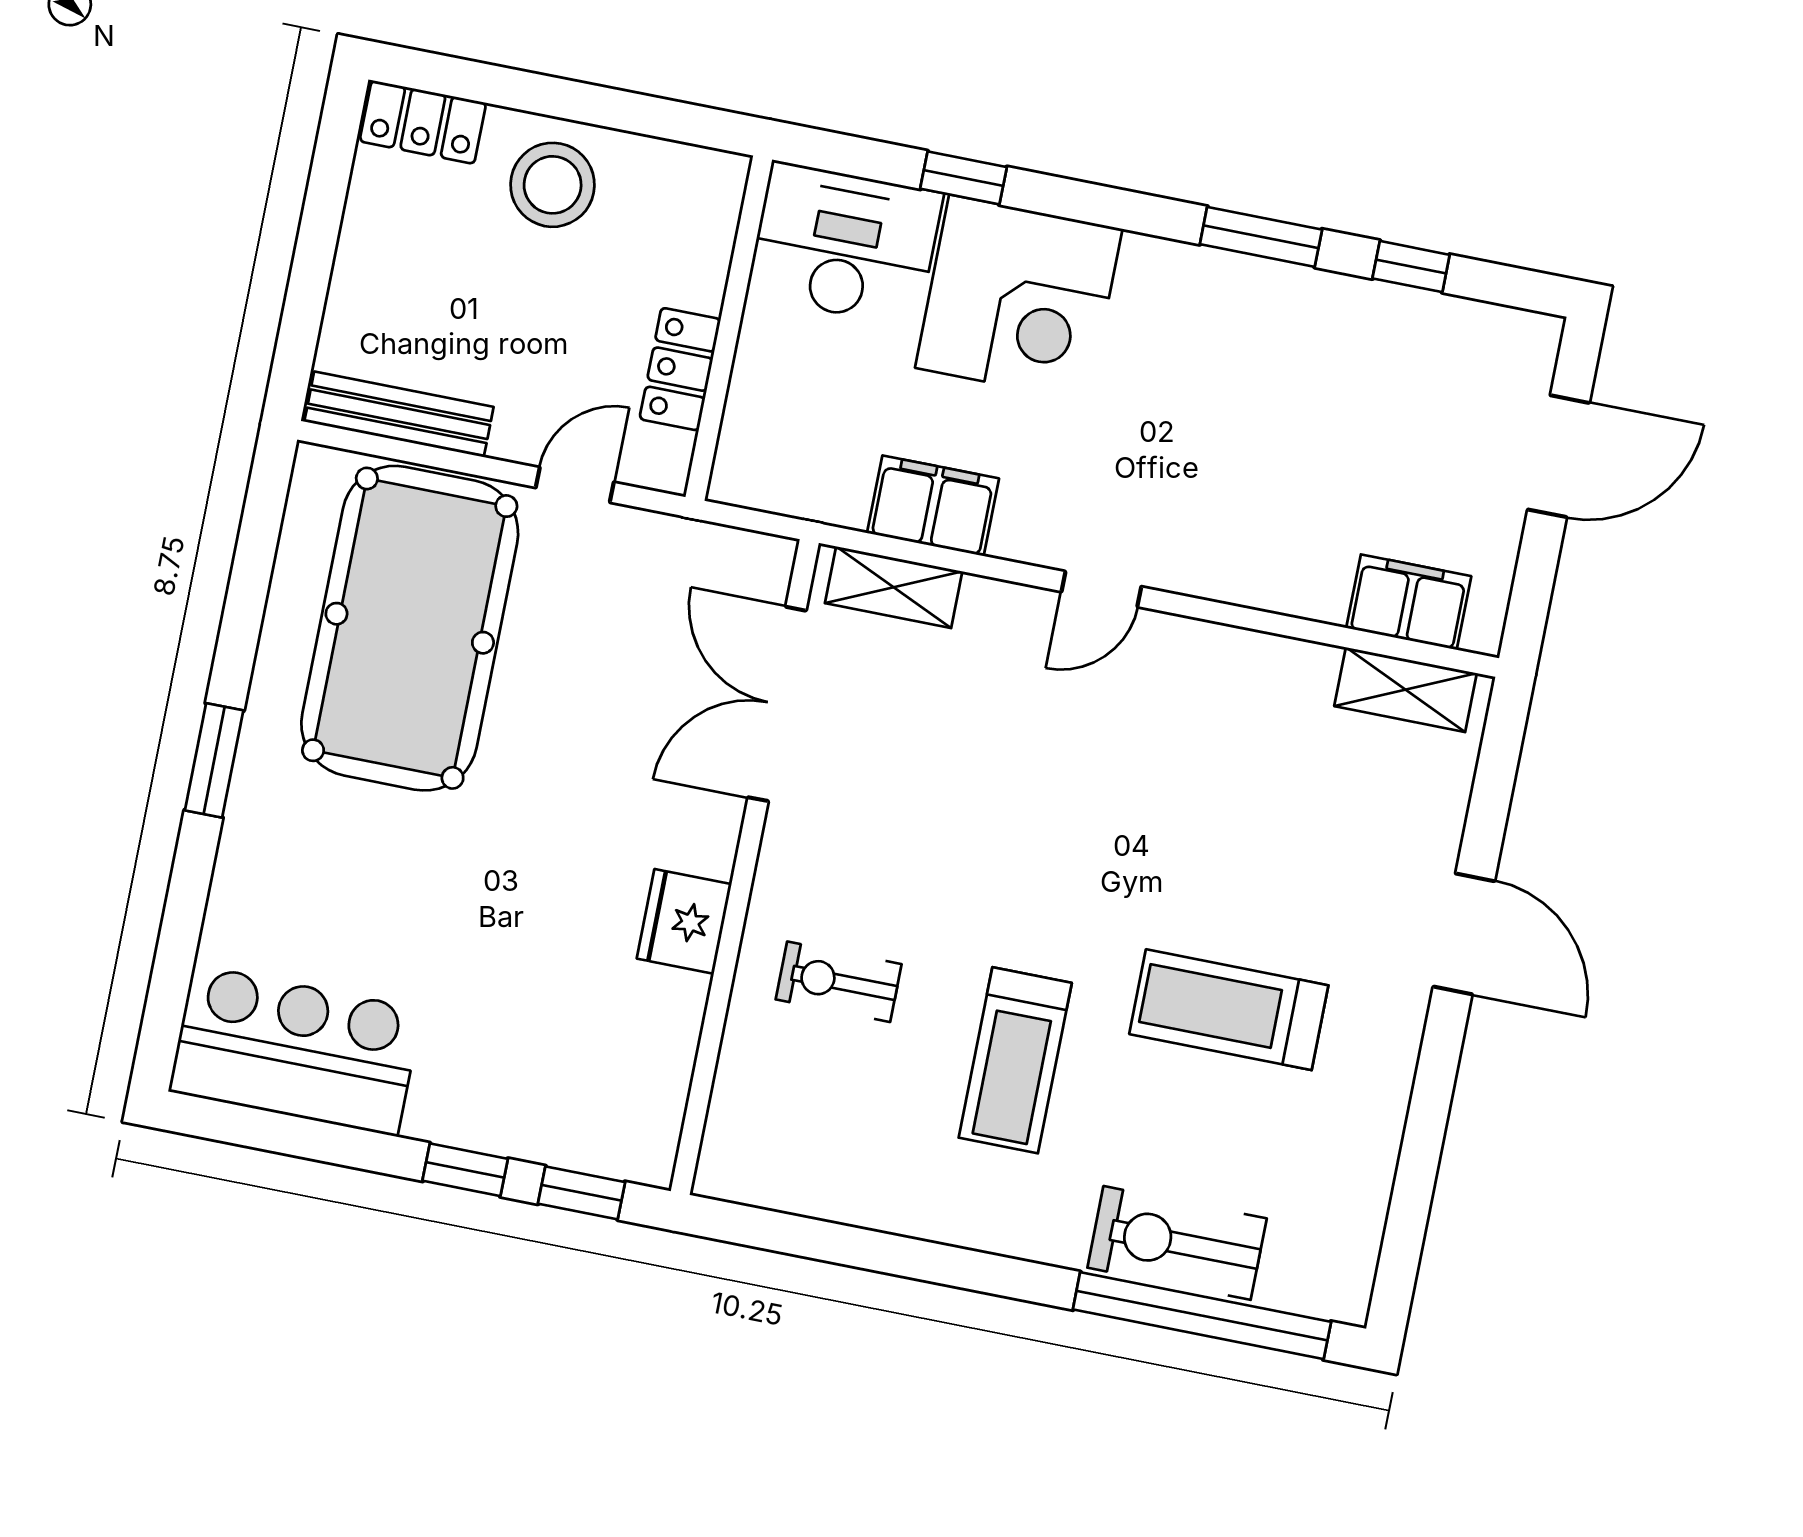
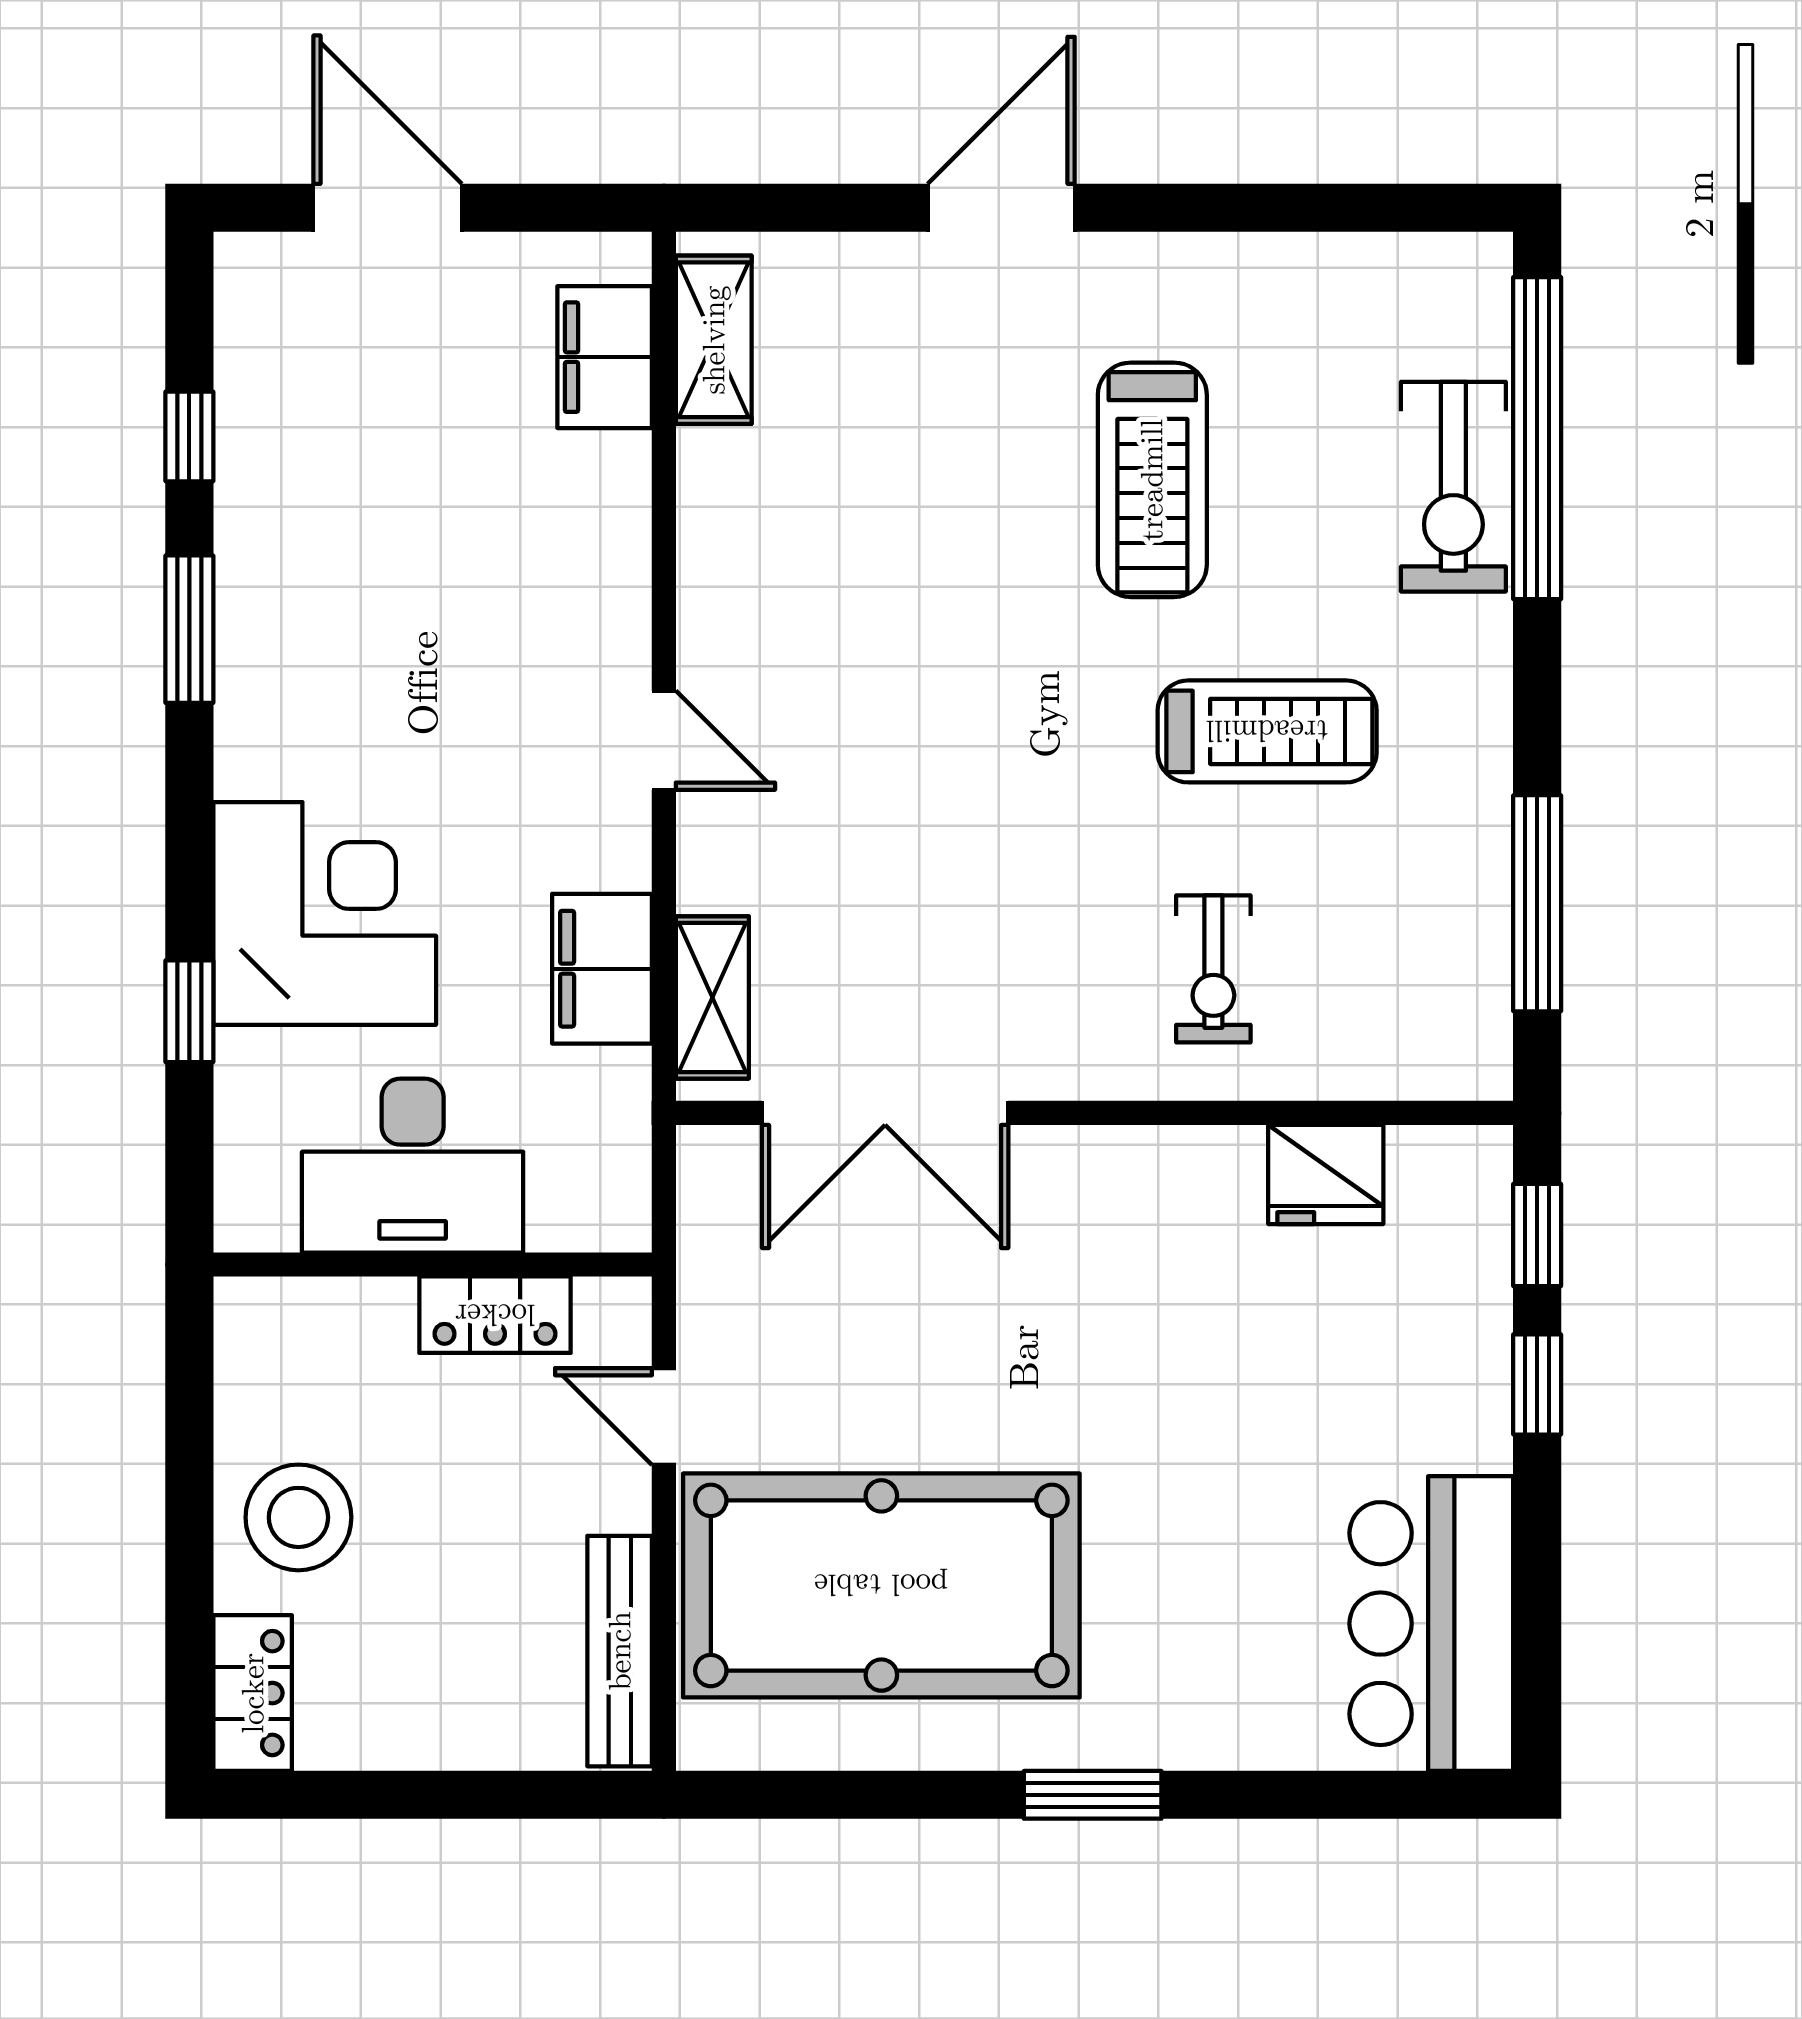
desk: (845, 244) -> (413, 1166), moved, turned -90
fridge: (684, 921) -> (1326, 1175), moved
window: (840, 1244) -> (1537, 903), added

